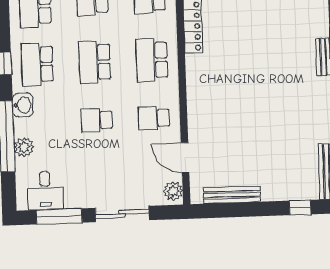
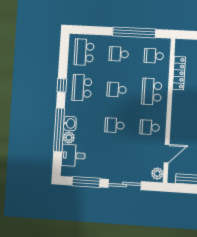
school desk: (95, 62) -> (117, 90), width x0.54
washbasin: (23, 105) -> (70, 123), moved
door: (185, 158) -> (167, 154), swing flipped
desk: (45, 191) -> (73, 155), moved, turned 90

